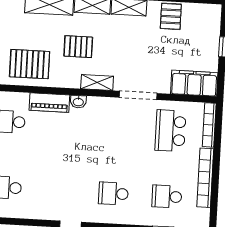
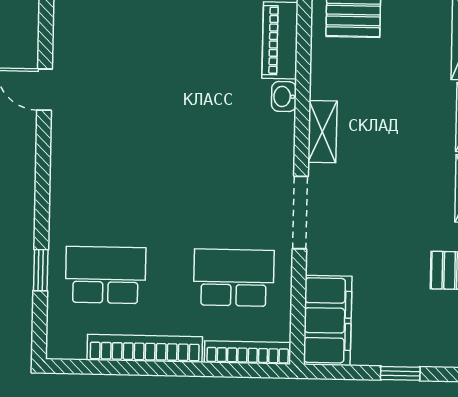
pallet: (78, 47) -> (391, 93), removed
school desk: (113, 194) -> (108, 171), removed
school desk: (167, 197) -> (106, 275), width x1.85

